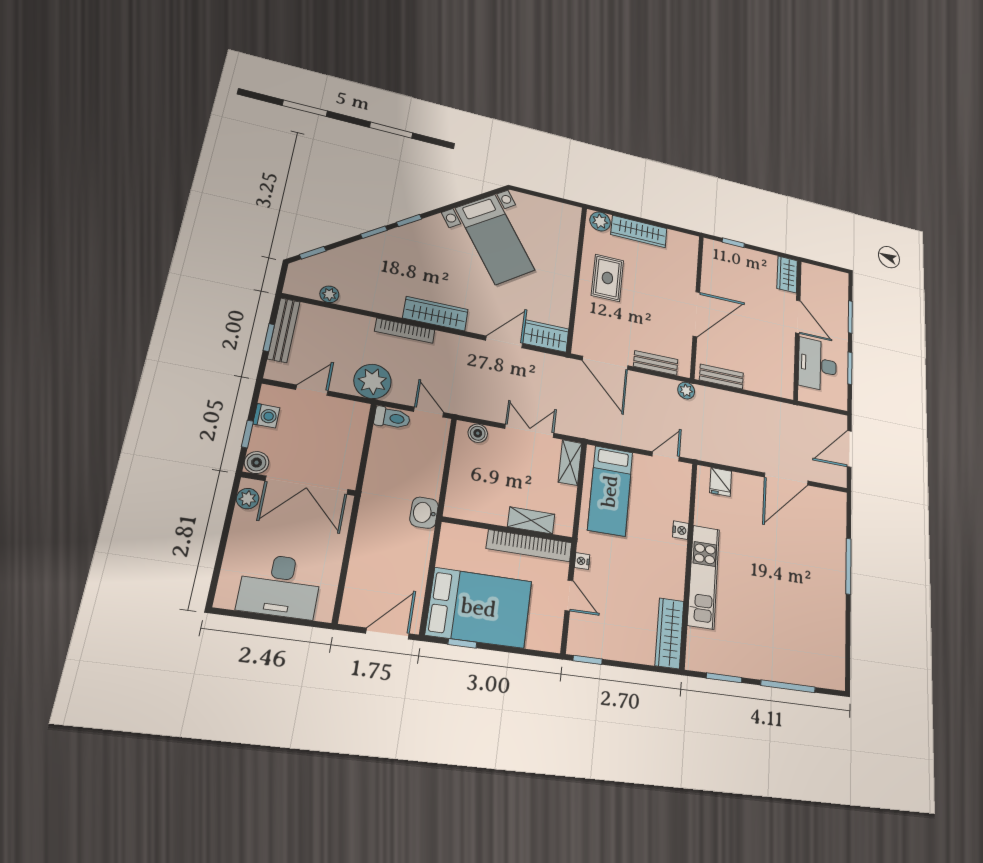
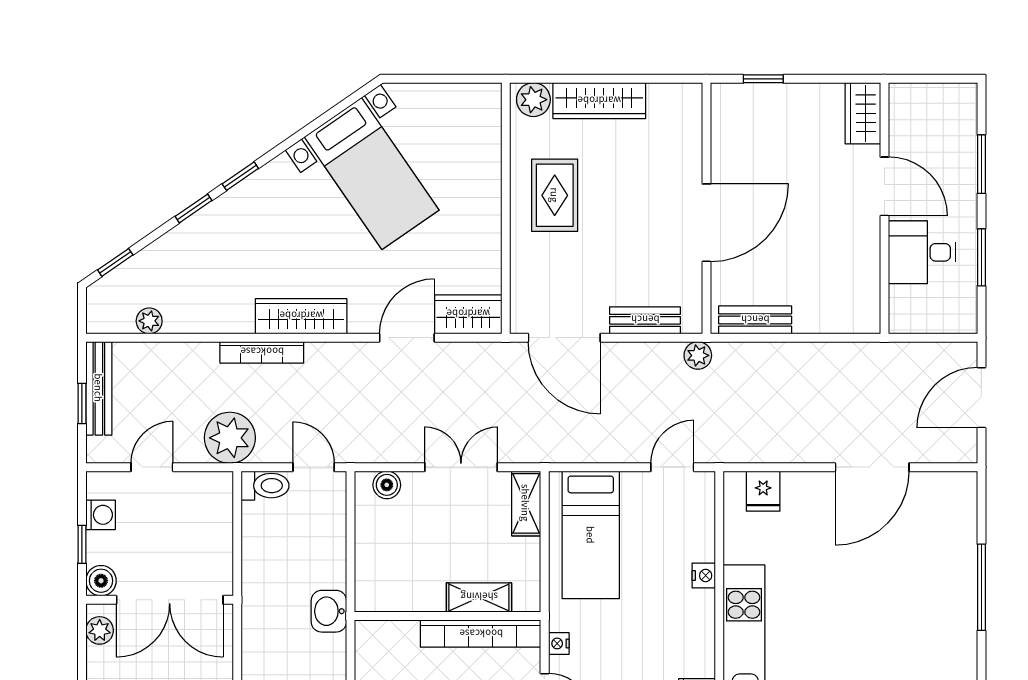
desk: (817, 365) -> (922, 252), width x0.73

